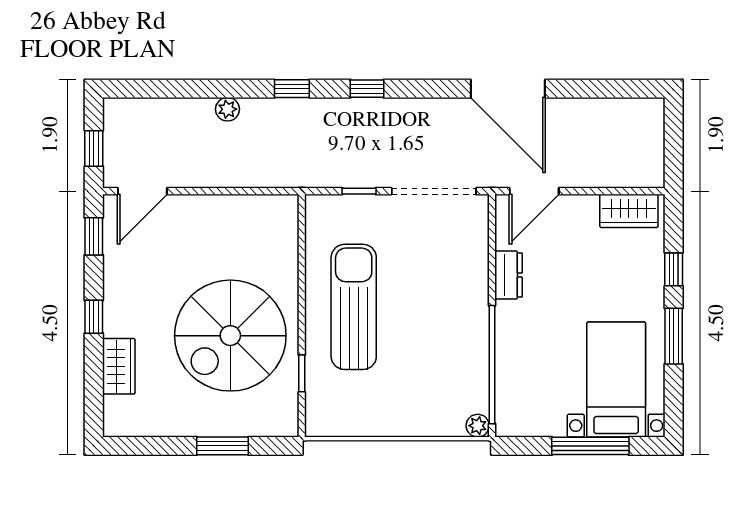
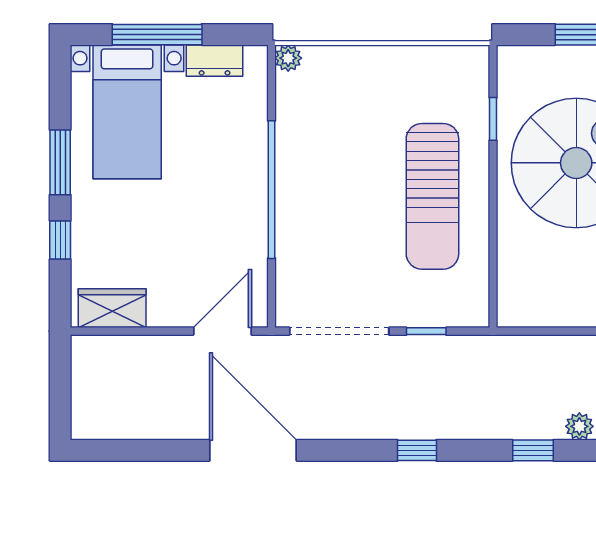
window: (292, 89) -> (533, 450), moved
dresser: (509, 275) -> (215, 61), moved, turned -90
window: (492, 365) -> (271, 190), moved

